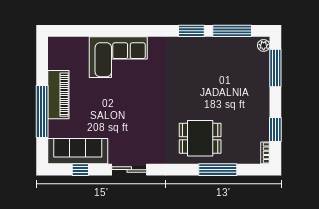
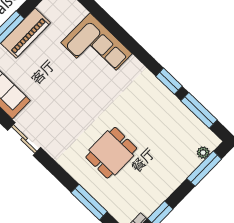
plant: (264, 45) -> (203, 153), moved
dining table: (200, 138) -> (111, 153), moved, turned 90

